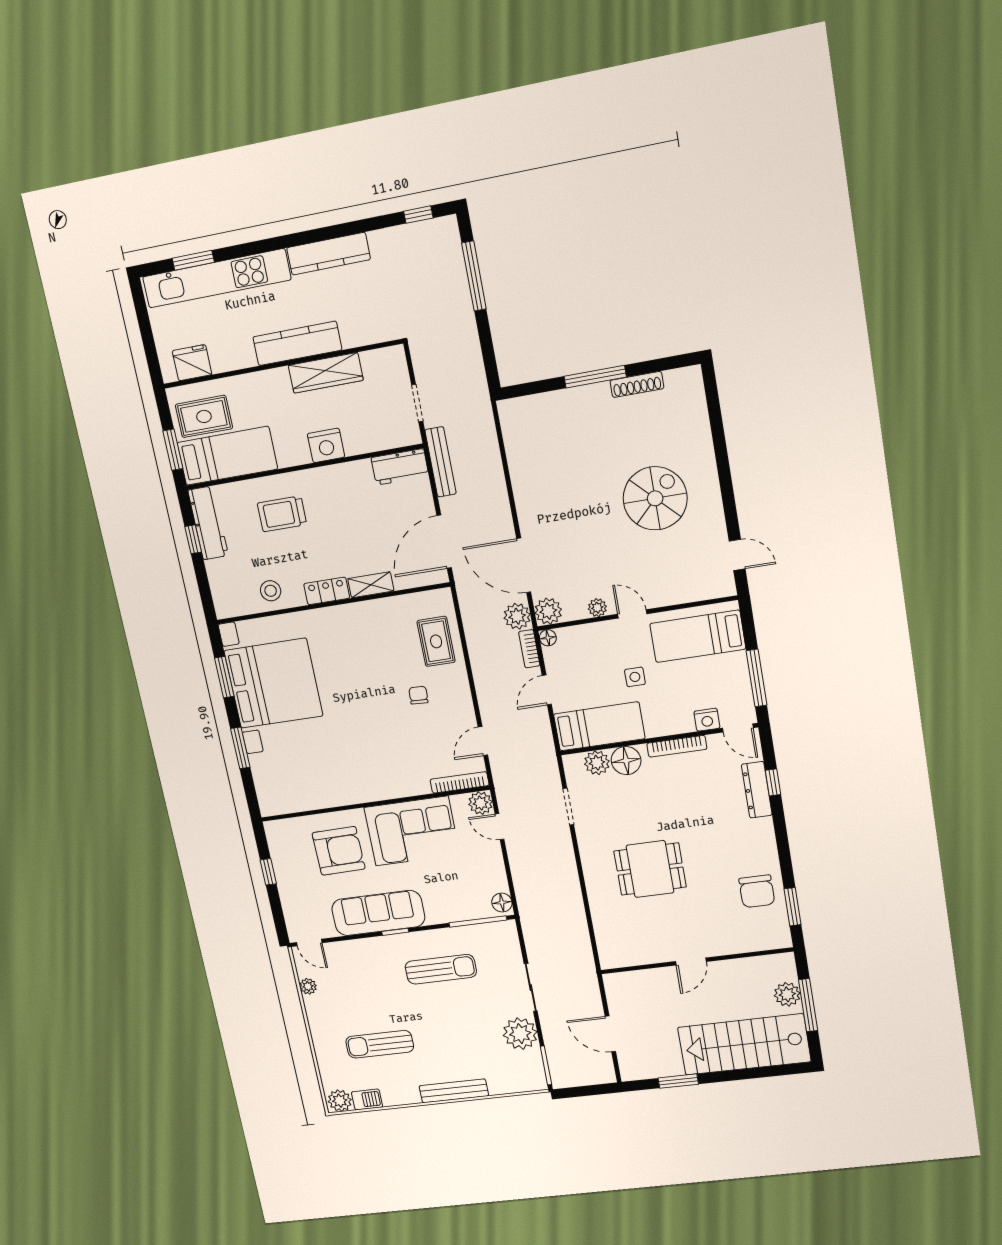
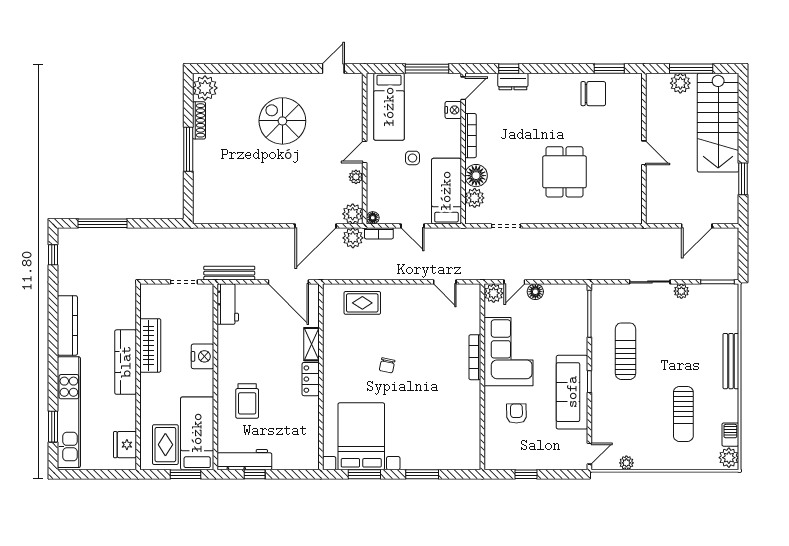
plant: (683, 385) -> (205, 88), added
stool: (271, 591) -> (303, 423), removed
bed with nightstands: (273, 683) -> (361, 436), width x0.73
chair: (418, 695) -> (387, 365), moved, turned -81
bookcase: (460, 782) -> (475, 357), moved
dresser: (757, 790) -> (513, 81), width x0.70
armchair: (339, 851) -> (516, 413), width x0.53, depth x0.53
floor lamp: (502, 903) -> (535, 292), moved
plant: (520, 1034) -> (681, 291), width x0.53, depth x0.53

